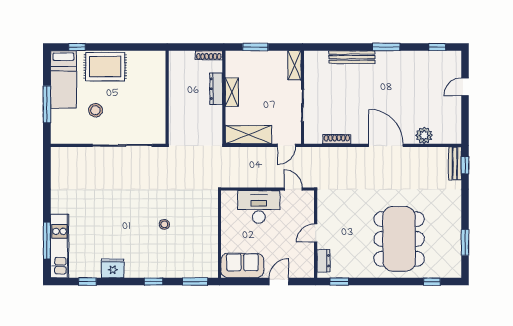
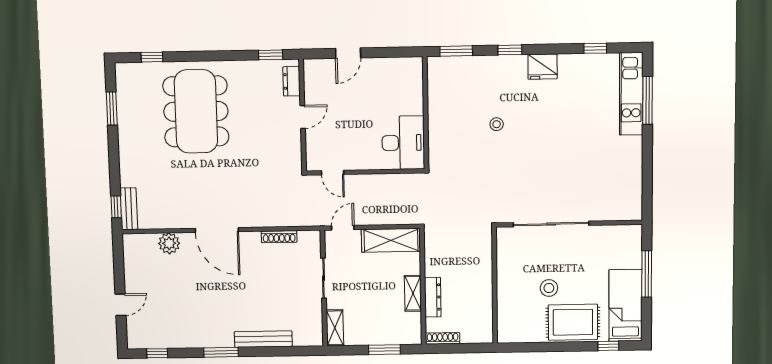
stool: (95, 110) -> (549, 288), moved
desk: (259, 207) -> (403, 143), moved, turned -90
sofa: (242, 266) -> (396, 73), removed
fridge: (113, 268) -> (543, 67), moved

